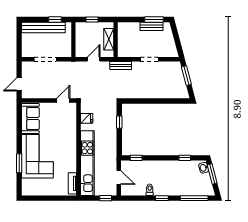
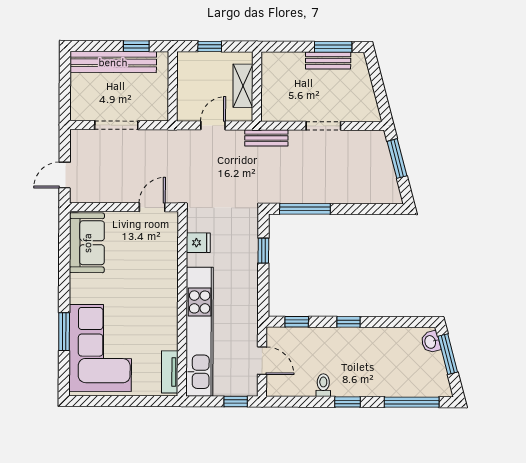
window: (140, 101) -> (305, 209), added
corner sofa: (37, 156) -> (100, 348), moved
window: (185, 158) -> (349, 322), moved

